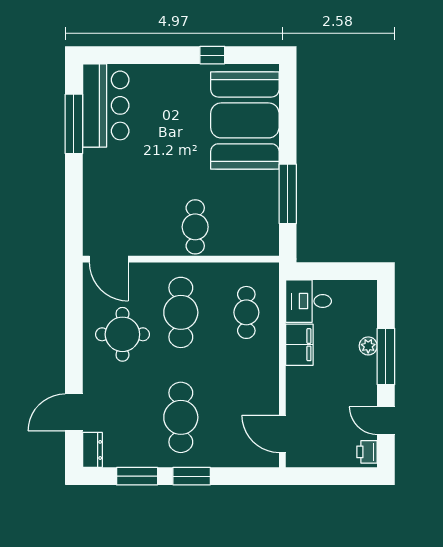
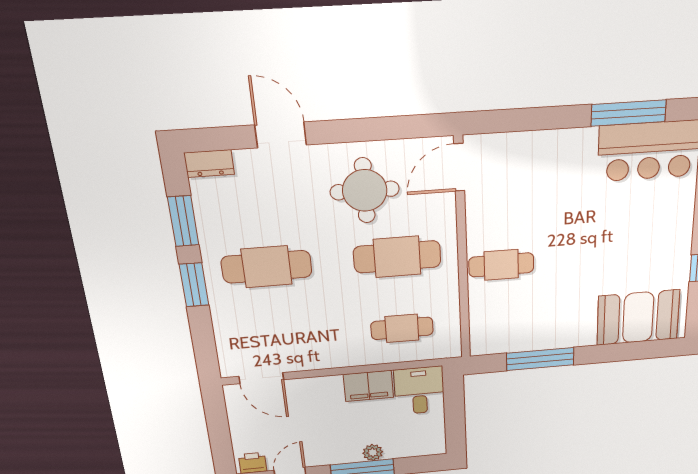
booth: (245, 120) -> (638, 317), width x0.73, depth x0.70
door: (74, 412) -> (281, 135), moved
door: (282, 434) -> (261, 378), swing flipped

